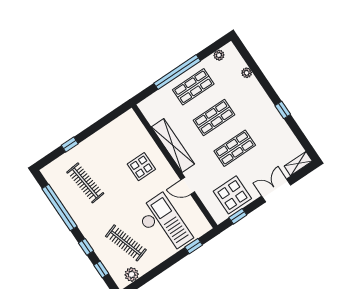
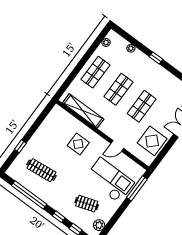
window: (177, 72) -> (80, 66), removed
window: (283, 110) -> (156, 58), moved
shelving: (173, 145) -> (83, 111), moved
window: (238, 216) -> (162, 155), removed
clothes rail: (126, 243) -> (87, 204), width x0.73
window: (194, 246) -> (137, 188), width x2.17

